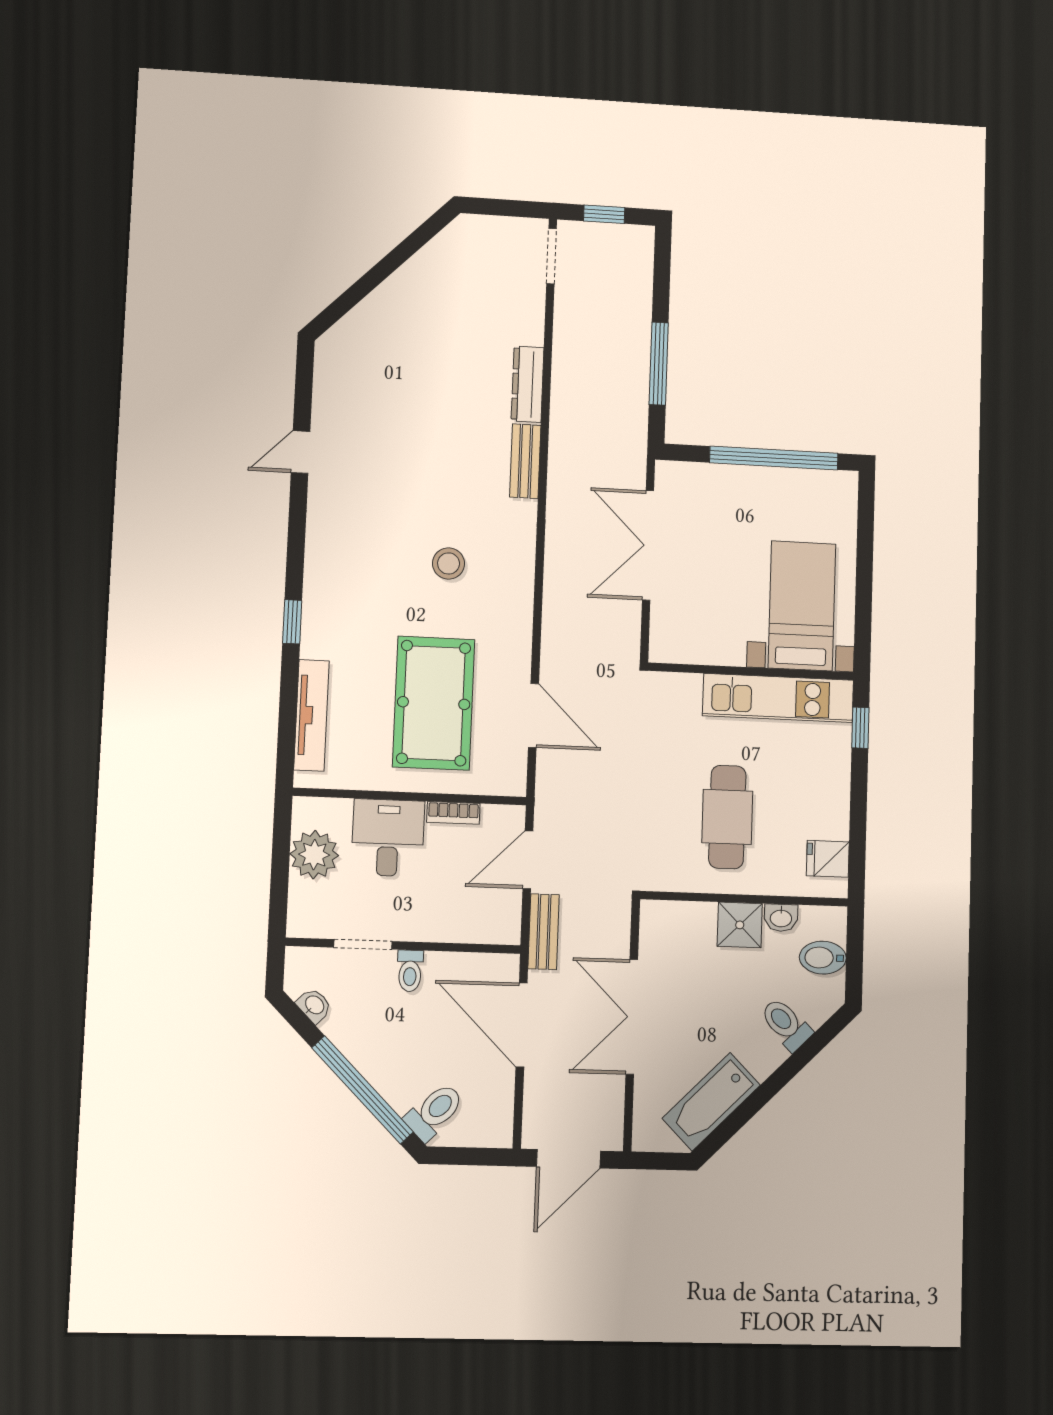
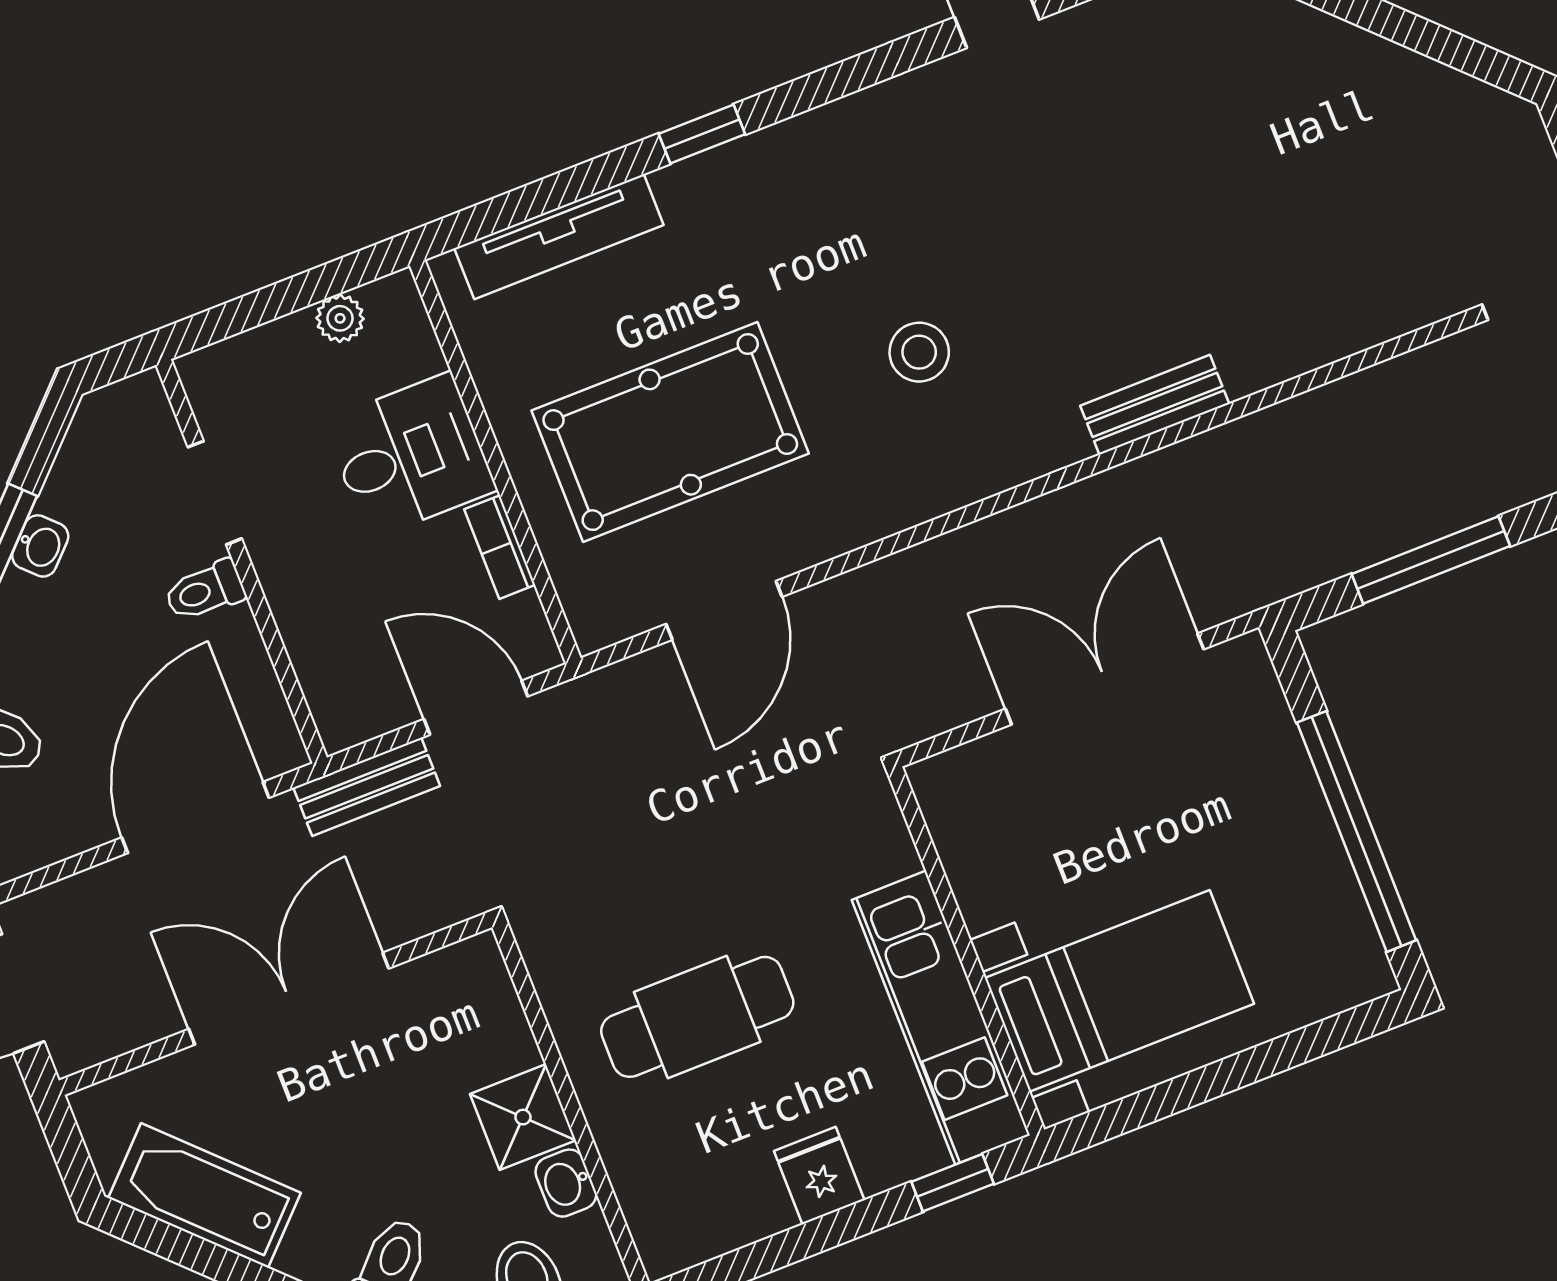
dresser: (528, 384) -> (1290, 350), removed
plant: (314, 855) -> (340, 318), width x0.53, depth x0.53
fridge: (828, 859) -> (819, 1176), moved
washbasin: (314, 1005) -> (40, 546), moved

